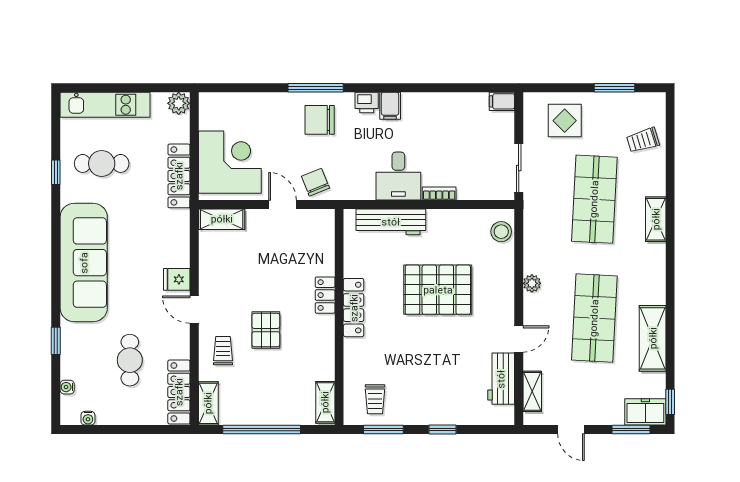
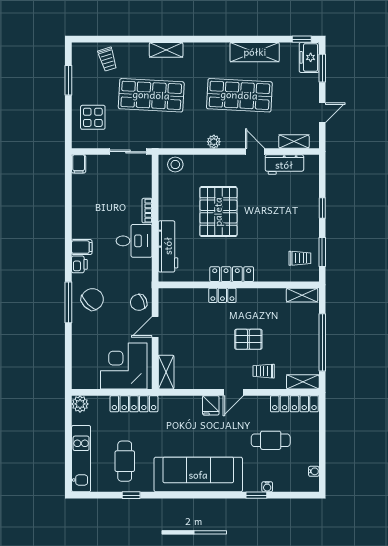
chair: (320, 120) -> (92, 299), turned -135
water cooler: (67, 387) -> (267, 487), moved

